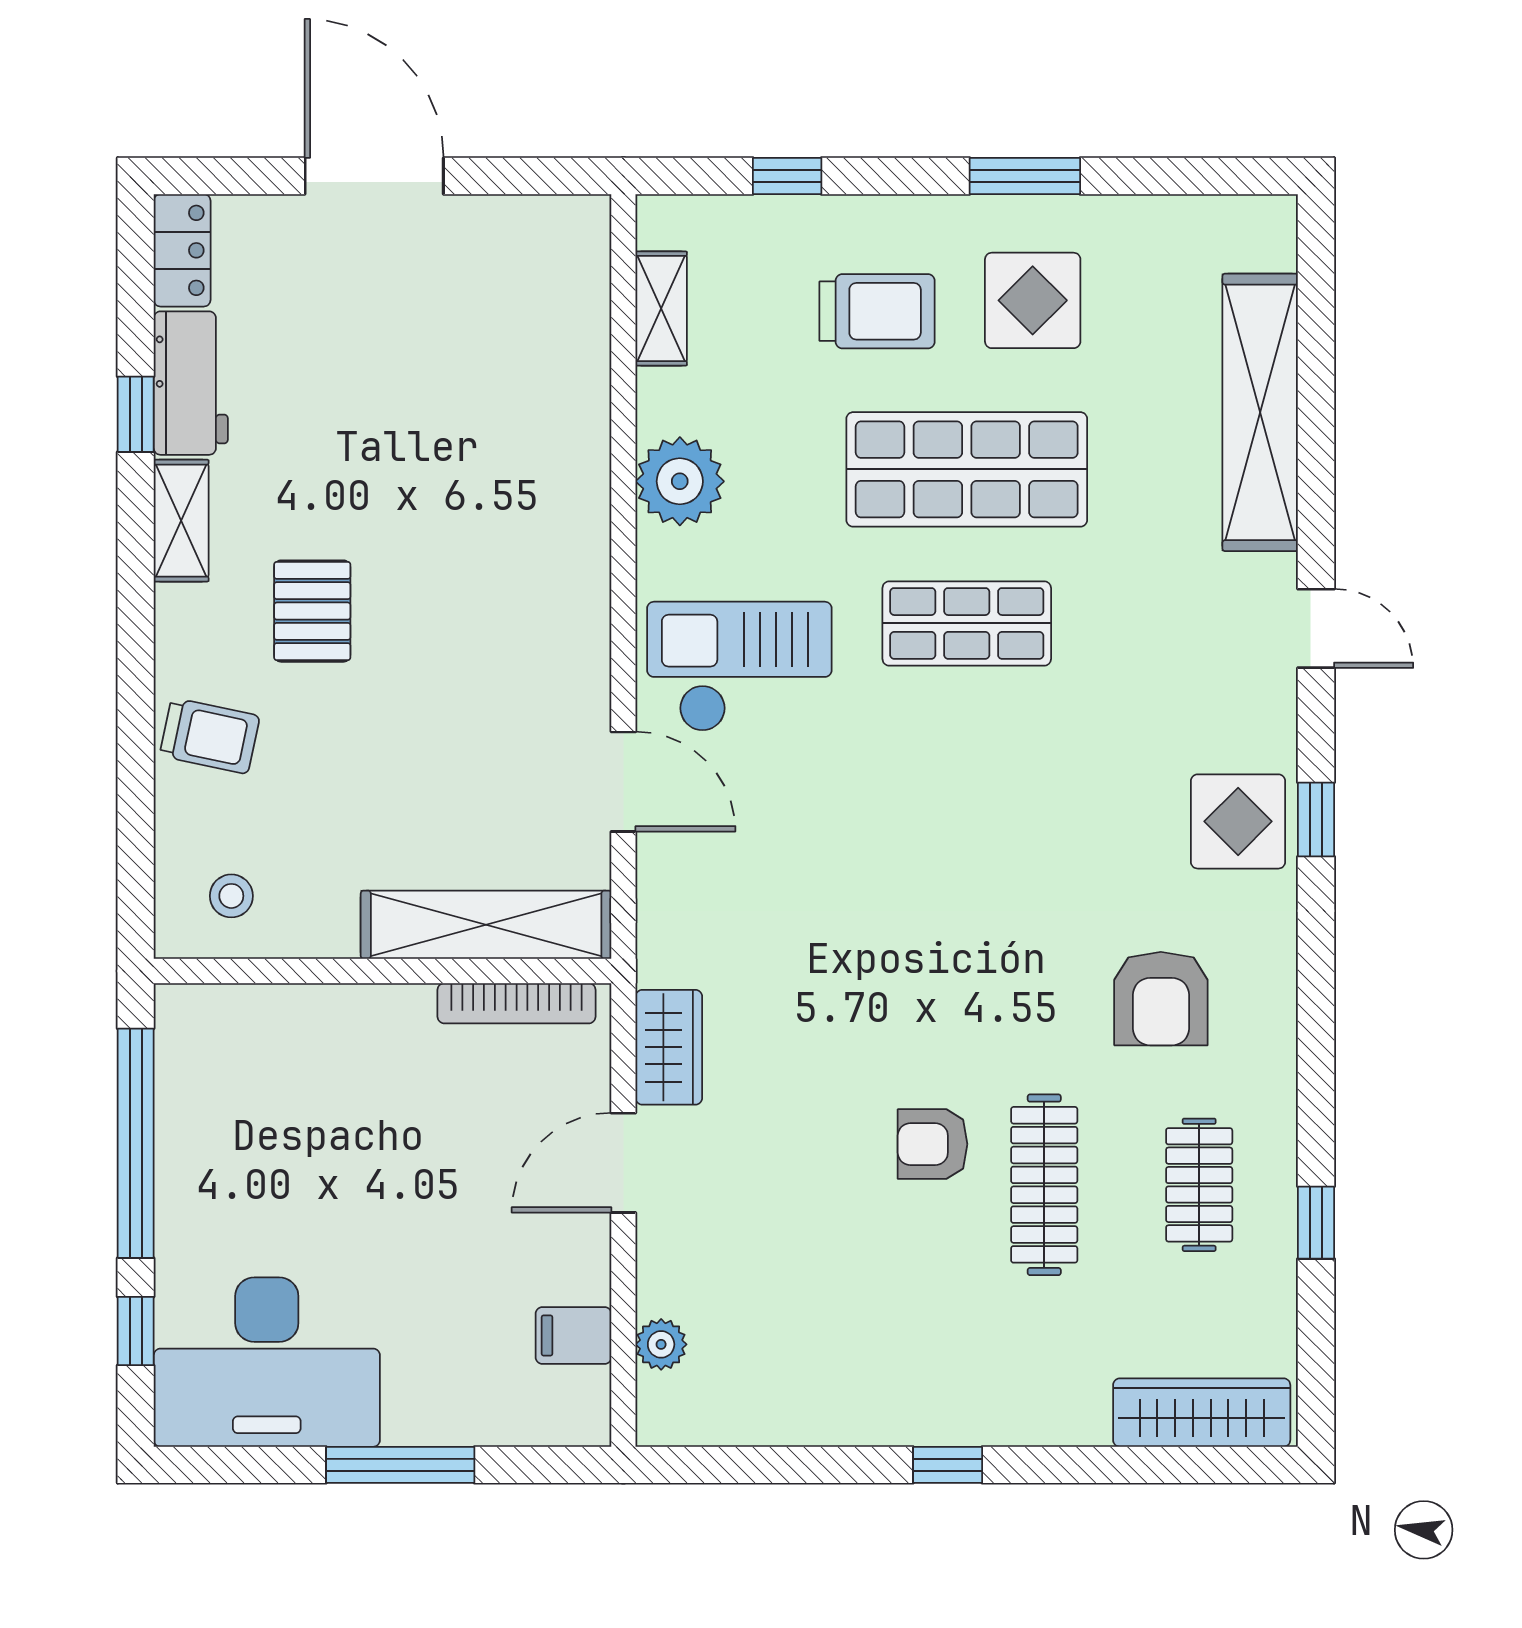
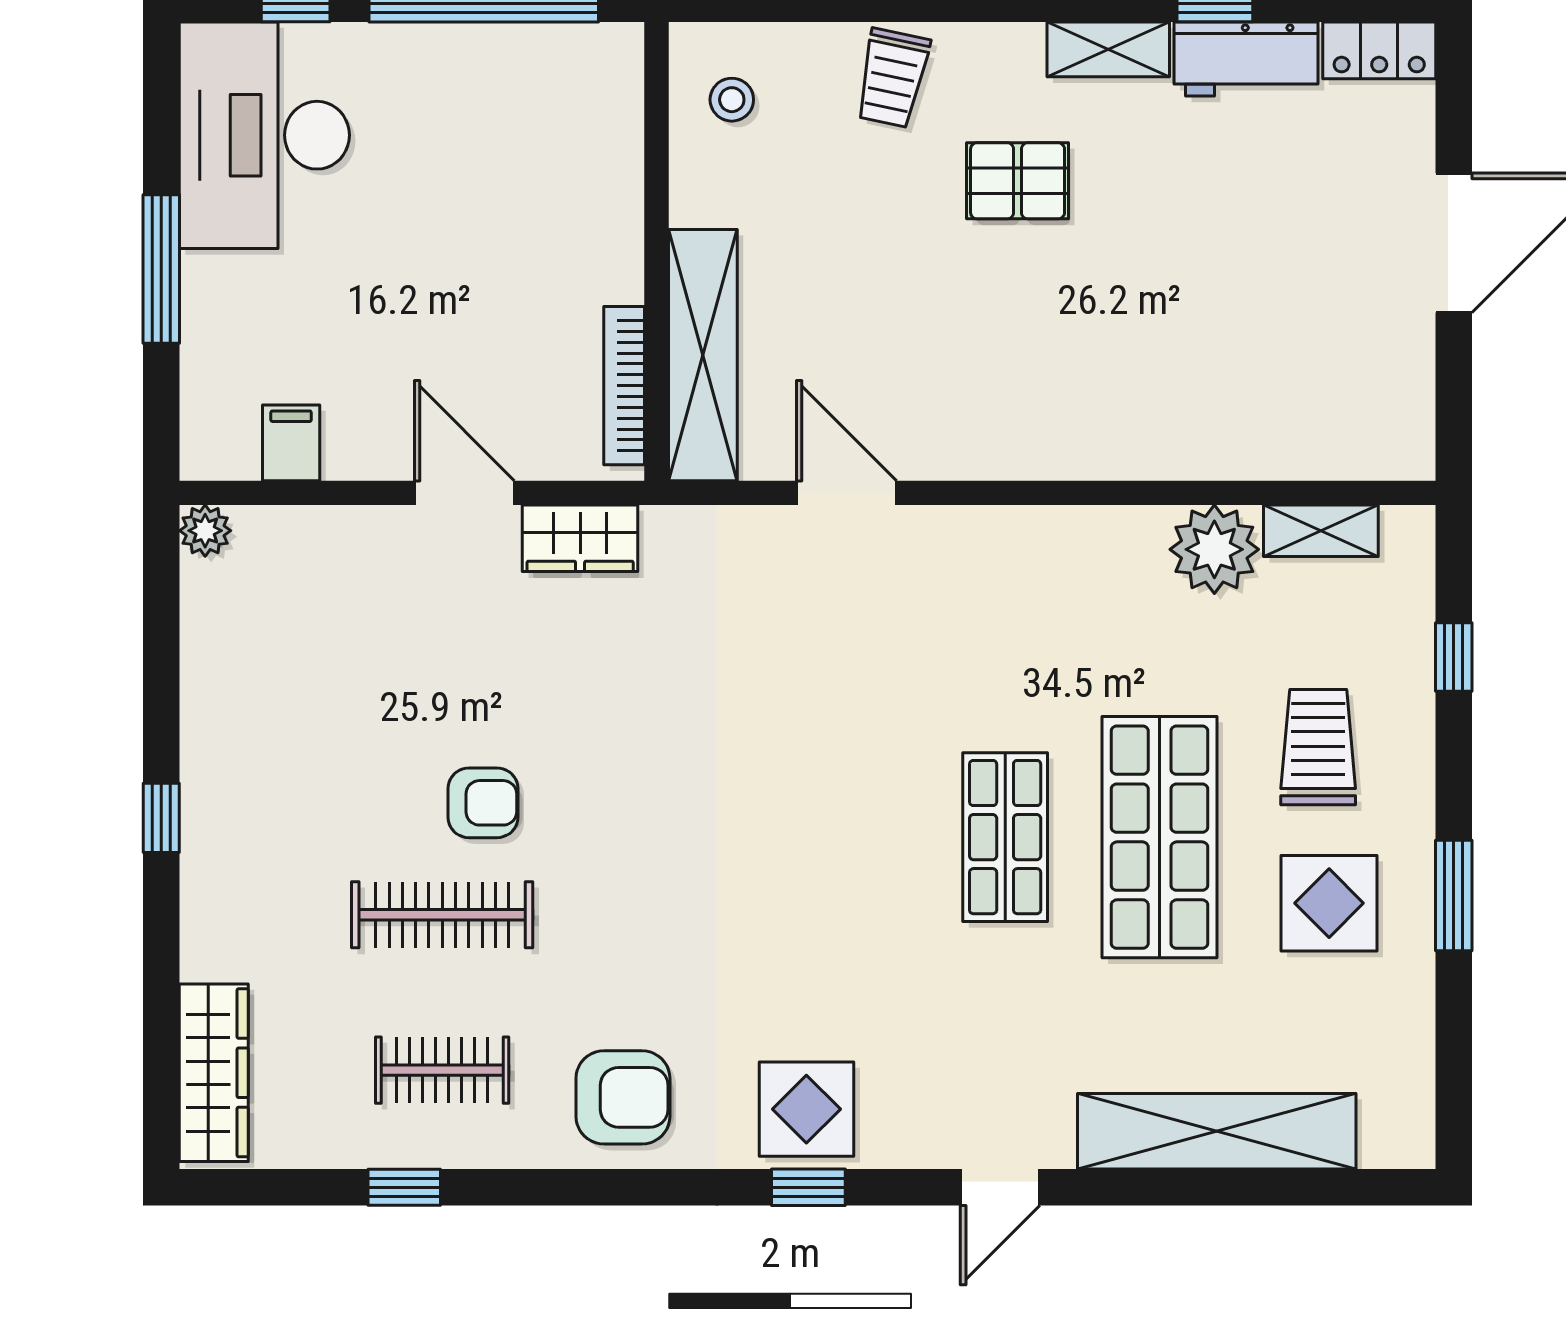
trolley: (877, 311) -> (1318, 747), turned 180
plant: (680, 481) -> (1214, 549), moved
checkout: (739, 667) -> (962, 609), removed
door: (623, 782) -> (847, 493), swing flipped
armchair: (1161, 999) -> (623, 1097), moved, turned 180
armchair: (933, 1144) -> (483, 803), turned 90
plant: (661, 1344) -> (205, 531), moved

